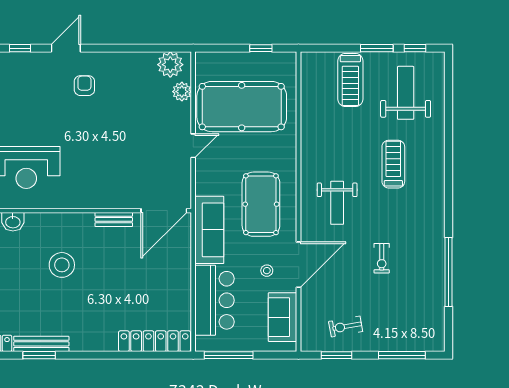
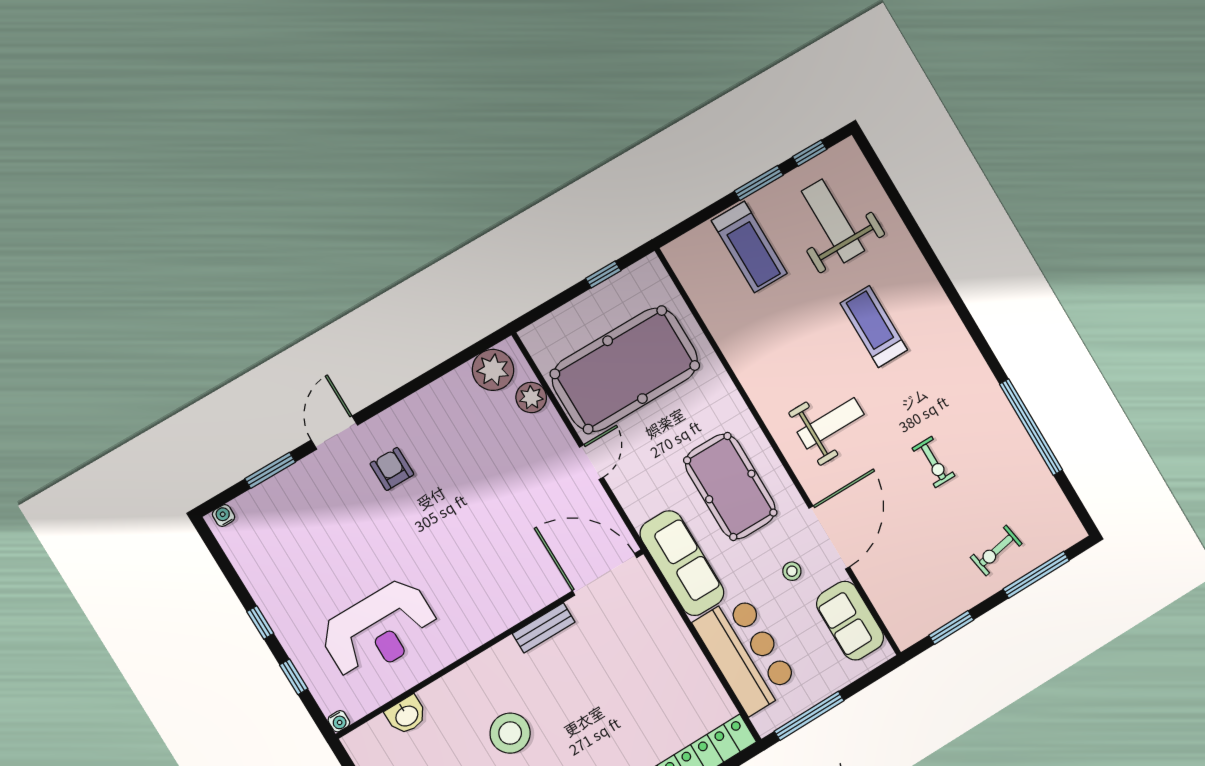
window: (20, 48) -> (270, 470), width x1.50
weight bench: (337, 203) -> (831, 423), turned -90
door: (164, 211) -> (605, 574), swing flipped
exercise bike: (346, 327) -> (996, 551), moved

